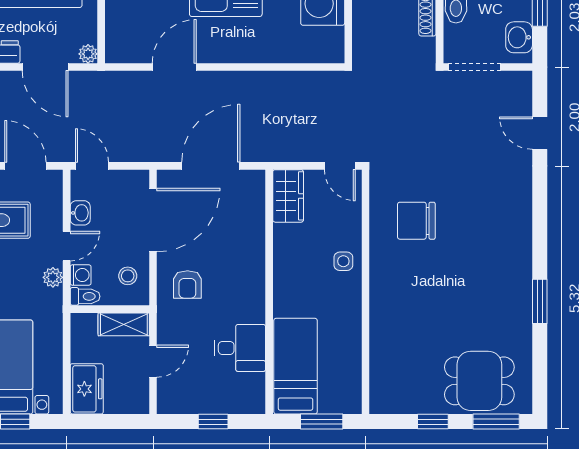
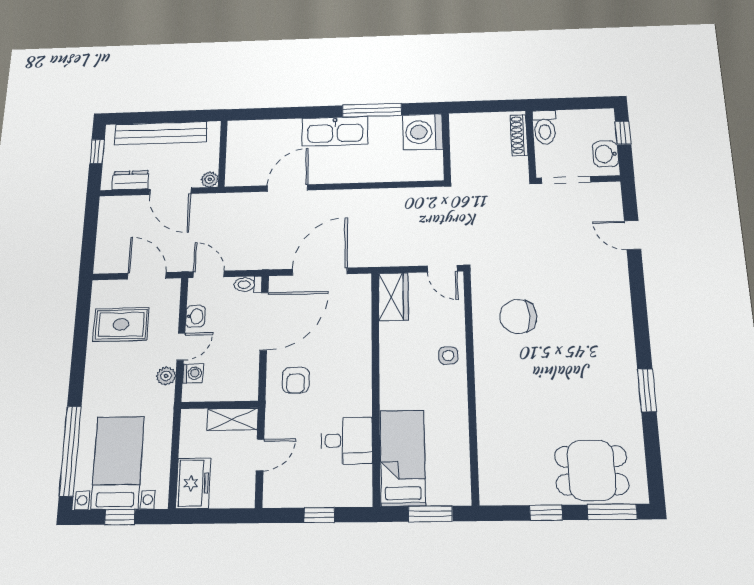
stool: (128, 276) -> (238, 373), removed
toilet: (85, 296) -> (248, 285), moved, turned 180

